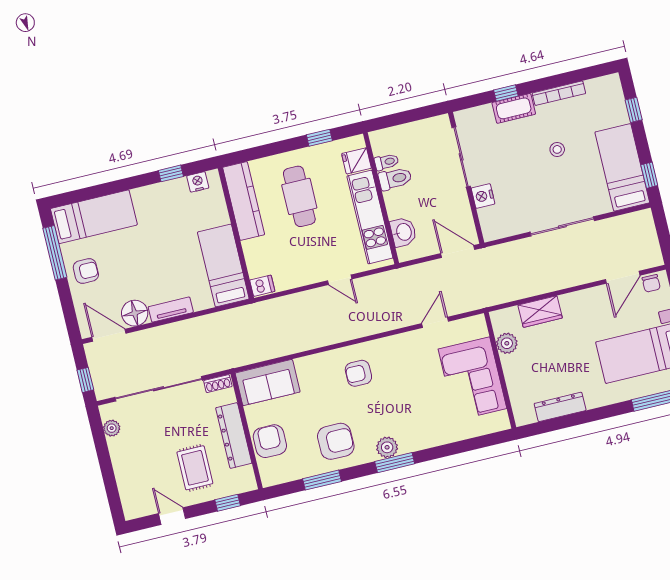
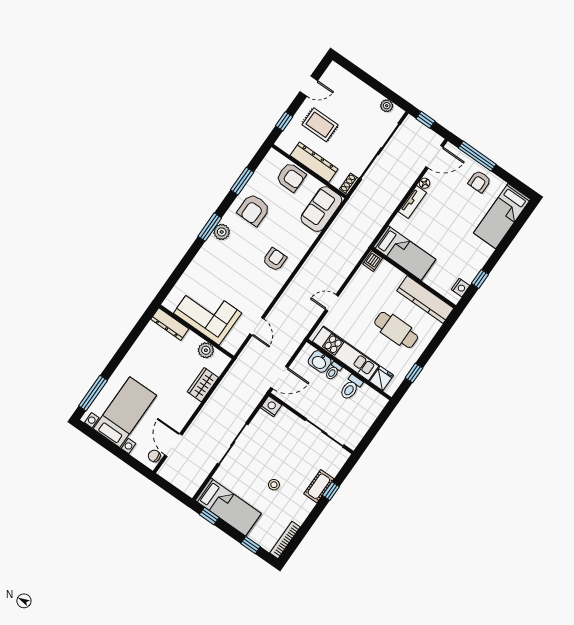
bookcase: (559, 93) -> (285, 540), moved
toilet: (387, 162) -> (333, 371), moved
nightstand: (483, 196) -> (271, 406), moved
window: (55, 253) -> (477, 156), moved
floor lamp: (135, 313) -> (424, 183), width x0.53, depth x0.53
dresser: (560, 407) -> (170, 324), moved, turned 90

